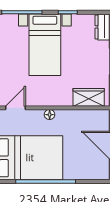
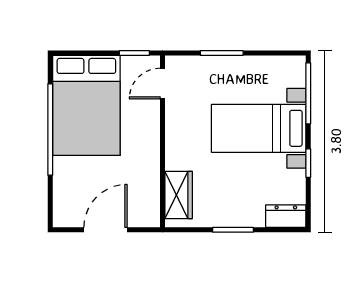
door: (15, 108) -> (163, 84), swing flipped
floor lamp: (50, 115) -> (152, 135), removed

